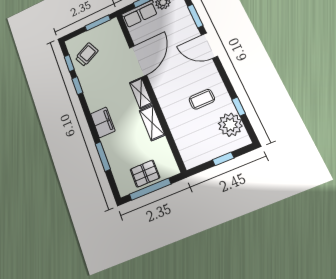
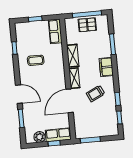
trolley: (87, 54) -> (95, 94), moved
plant: (230, 125) -> (24, 38), removed
row of seats: (187, 150) -> (55, 31), added

